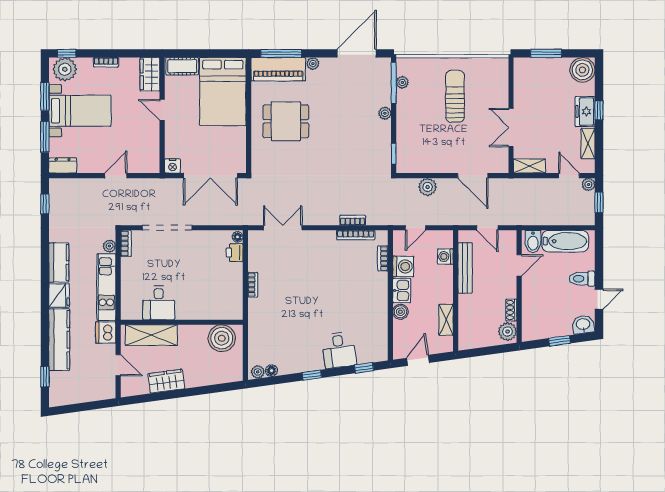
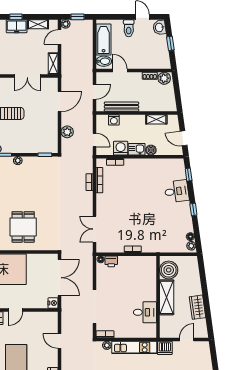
shelving: (151, 335) -> (167, 297), moved

